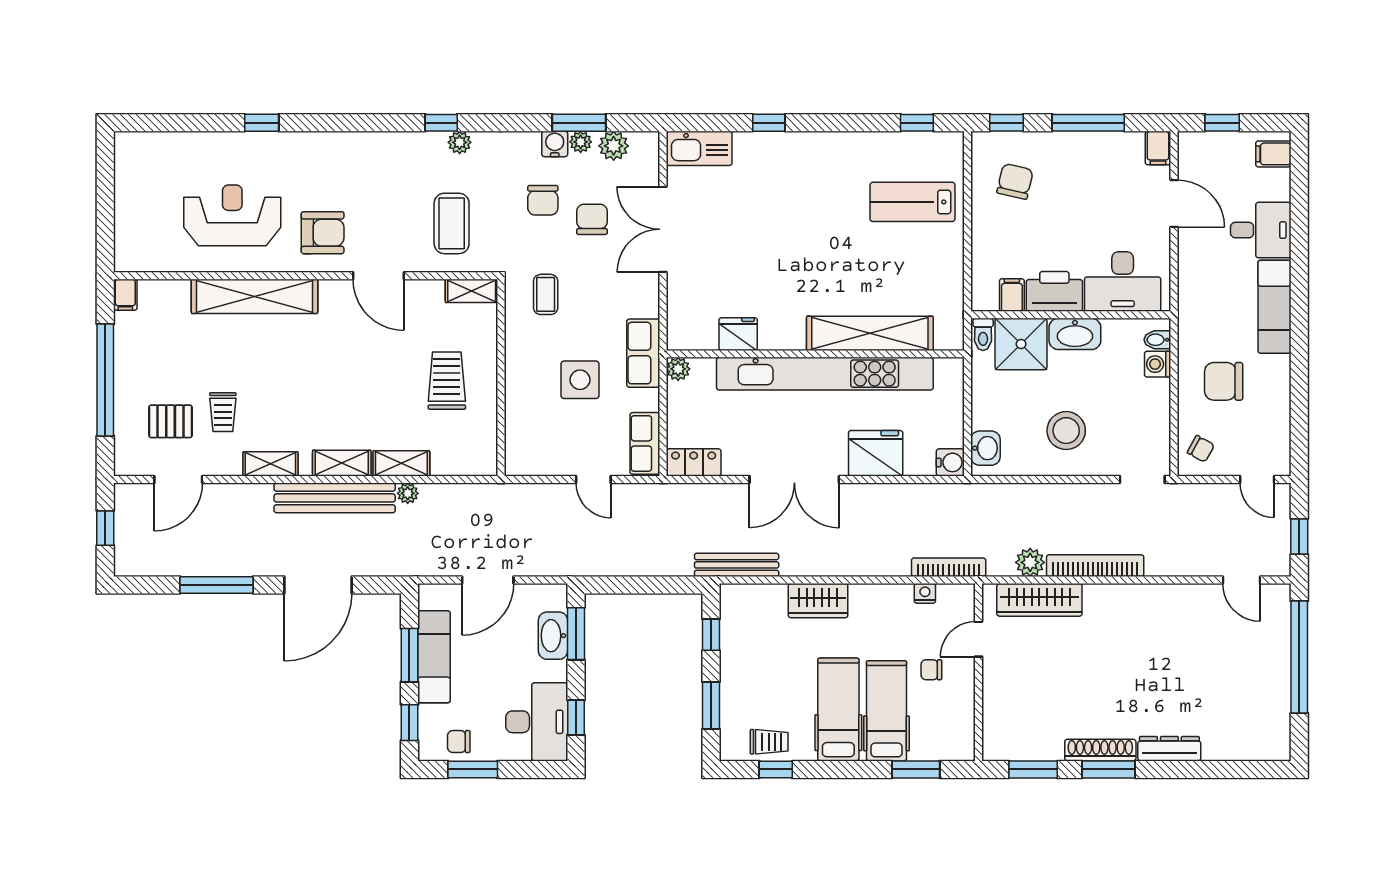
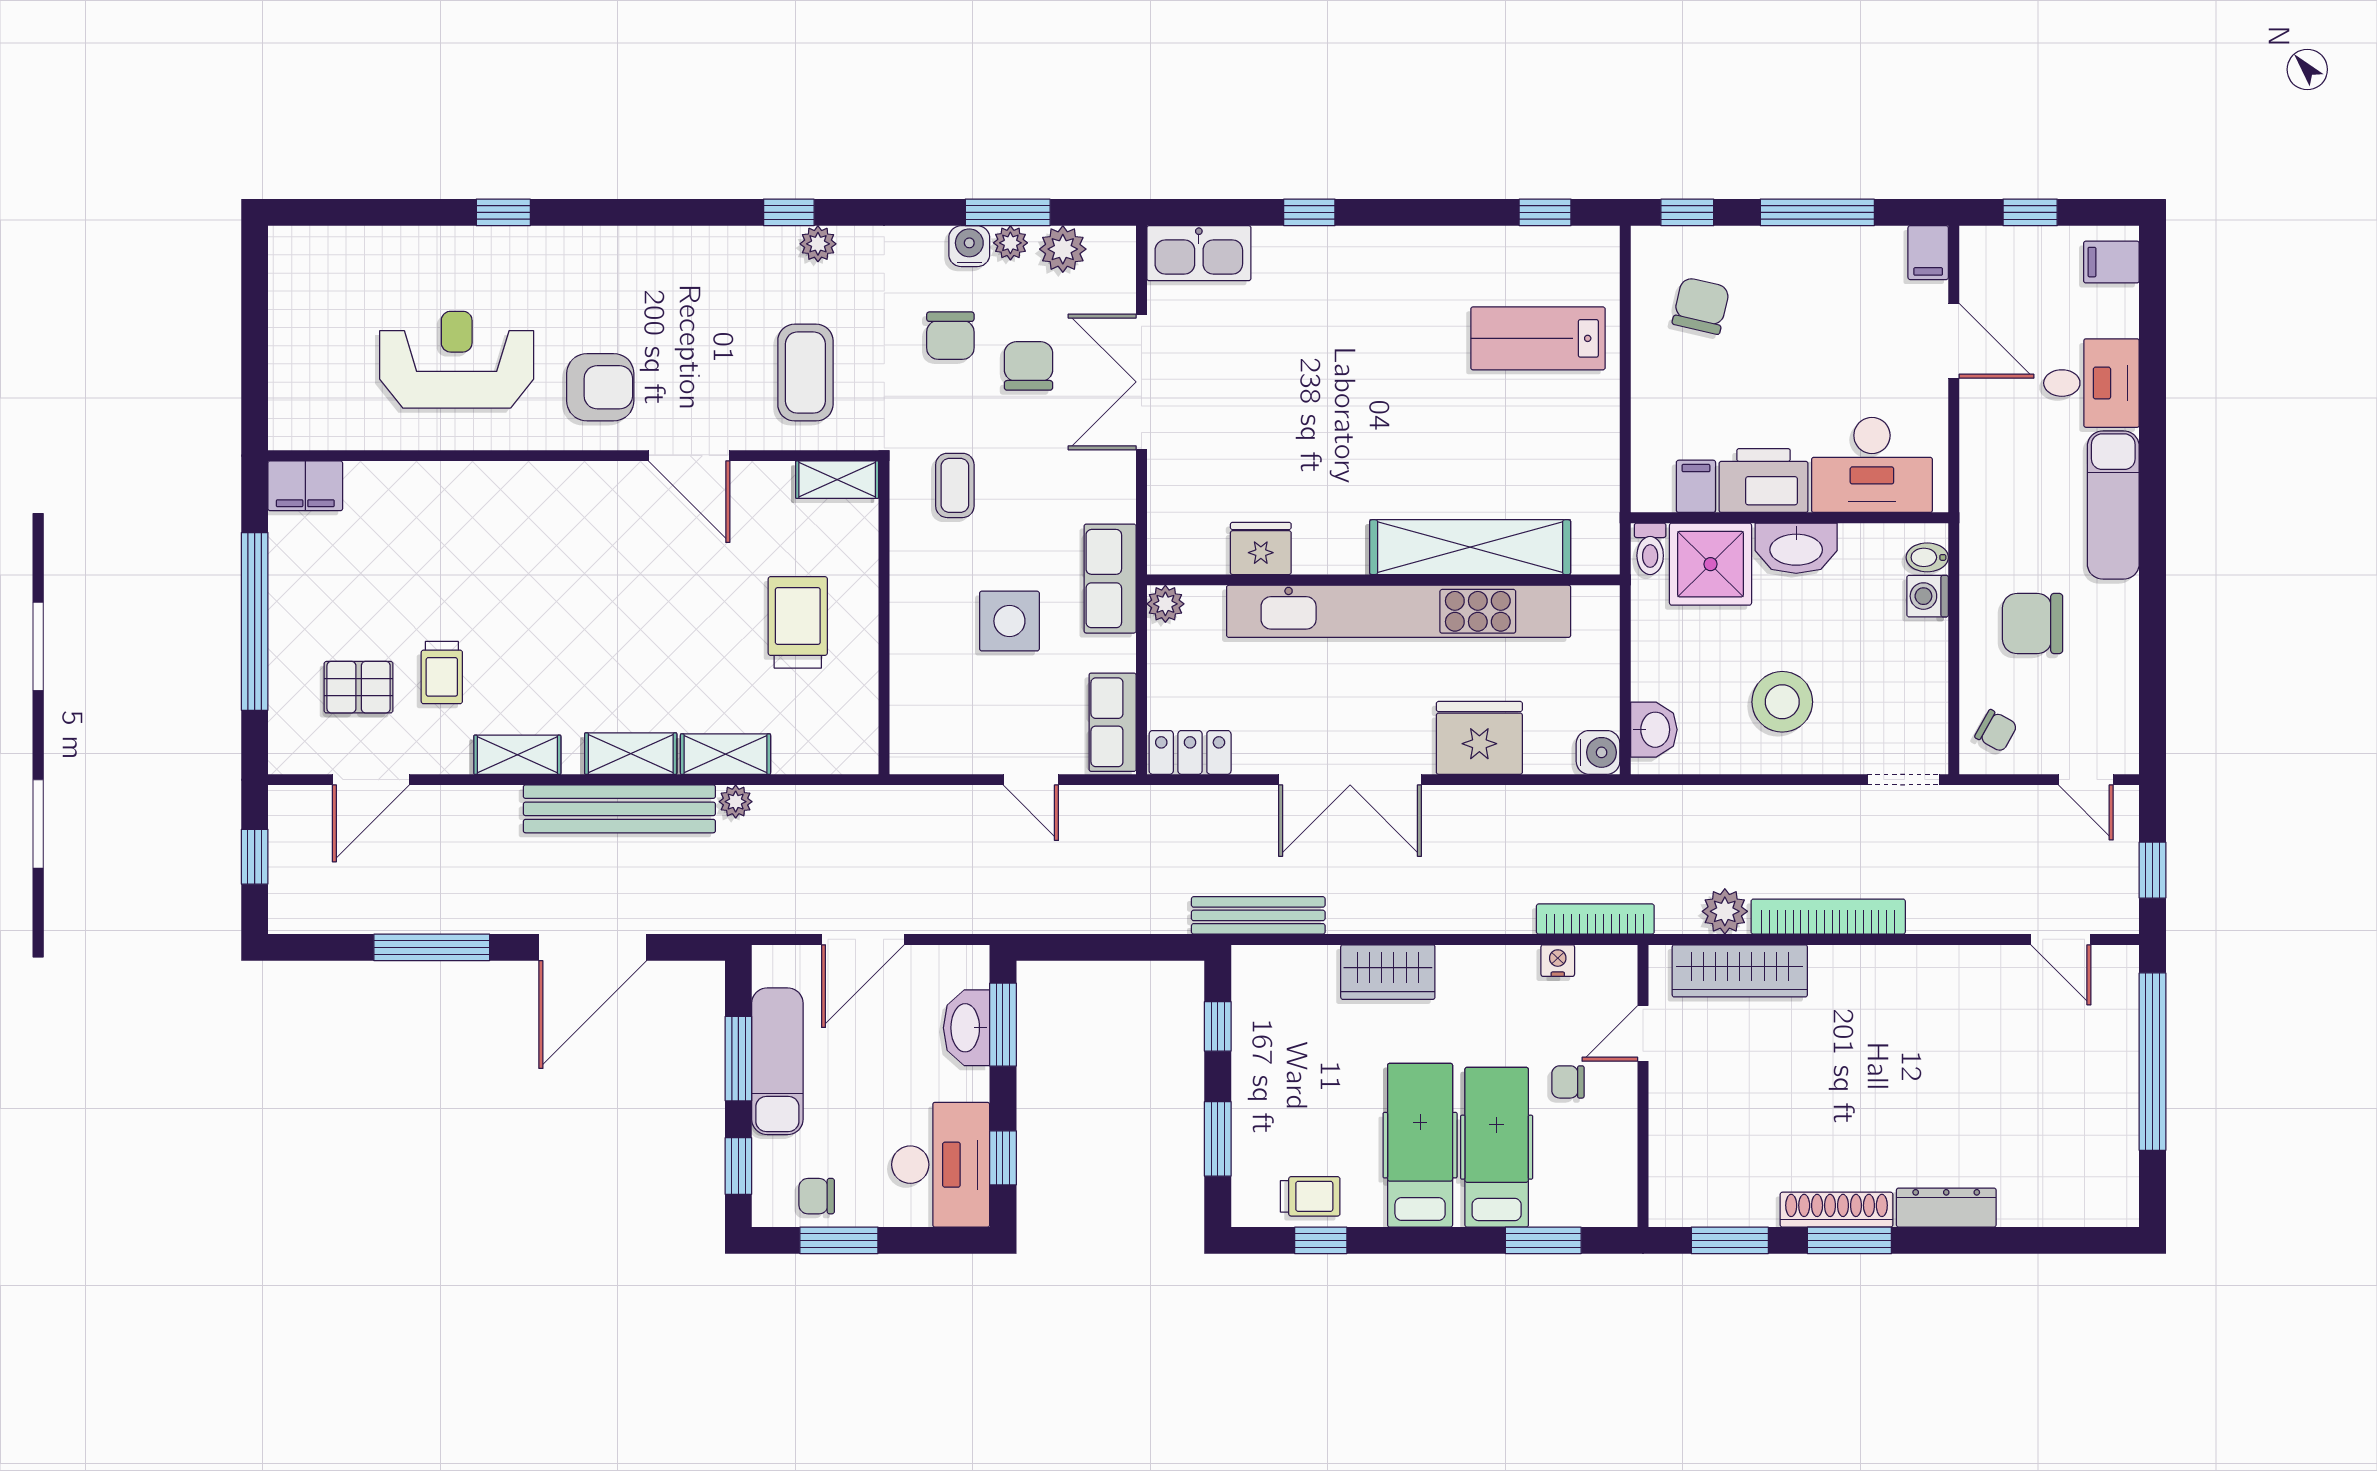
filing cabinet: (125, 295) -> (305, 486), width x2.00
shelving: (255, 296) -> (492, 488), removed

